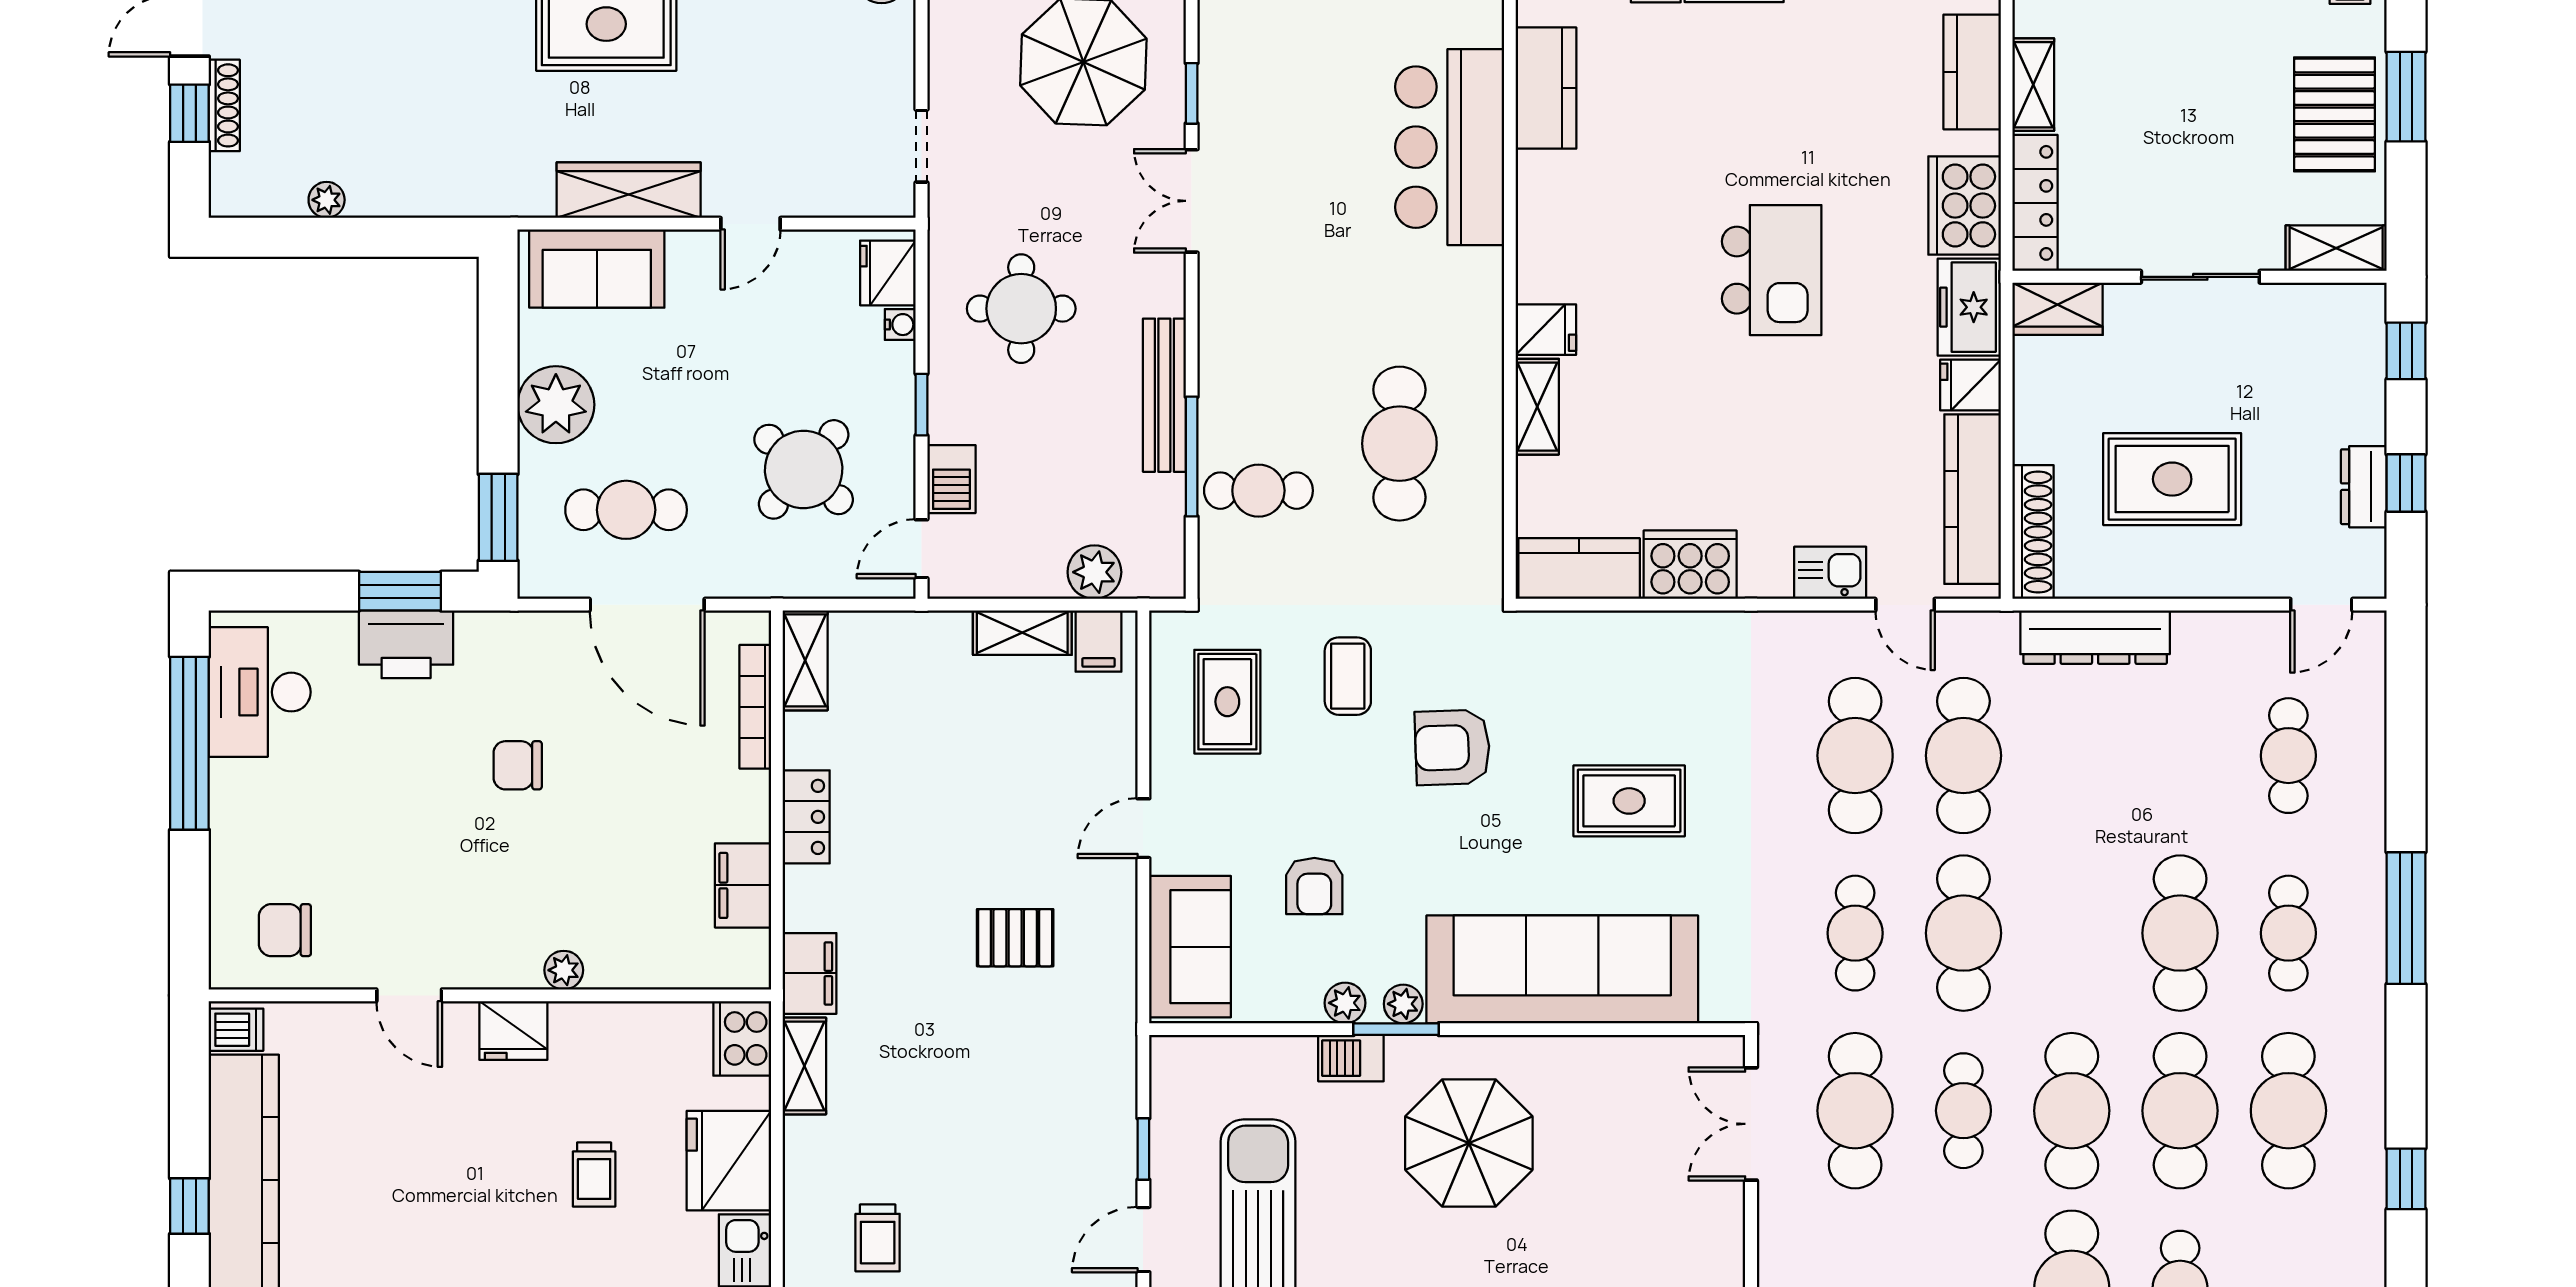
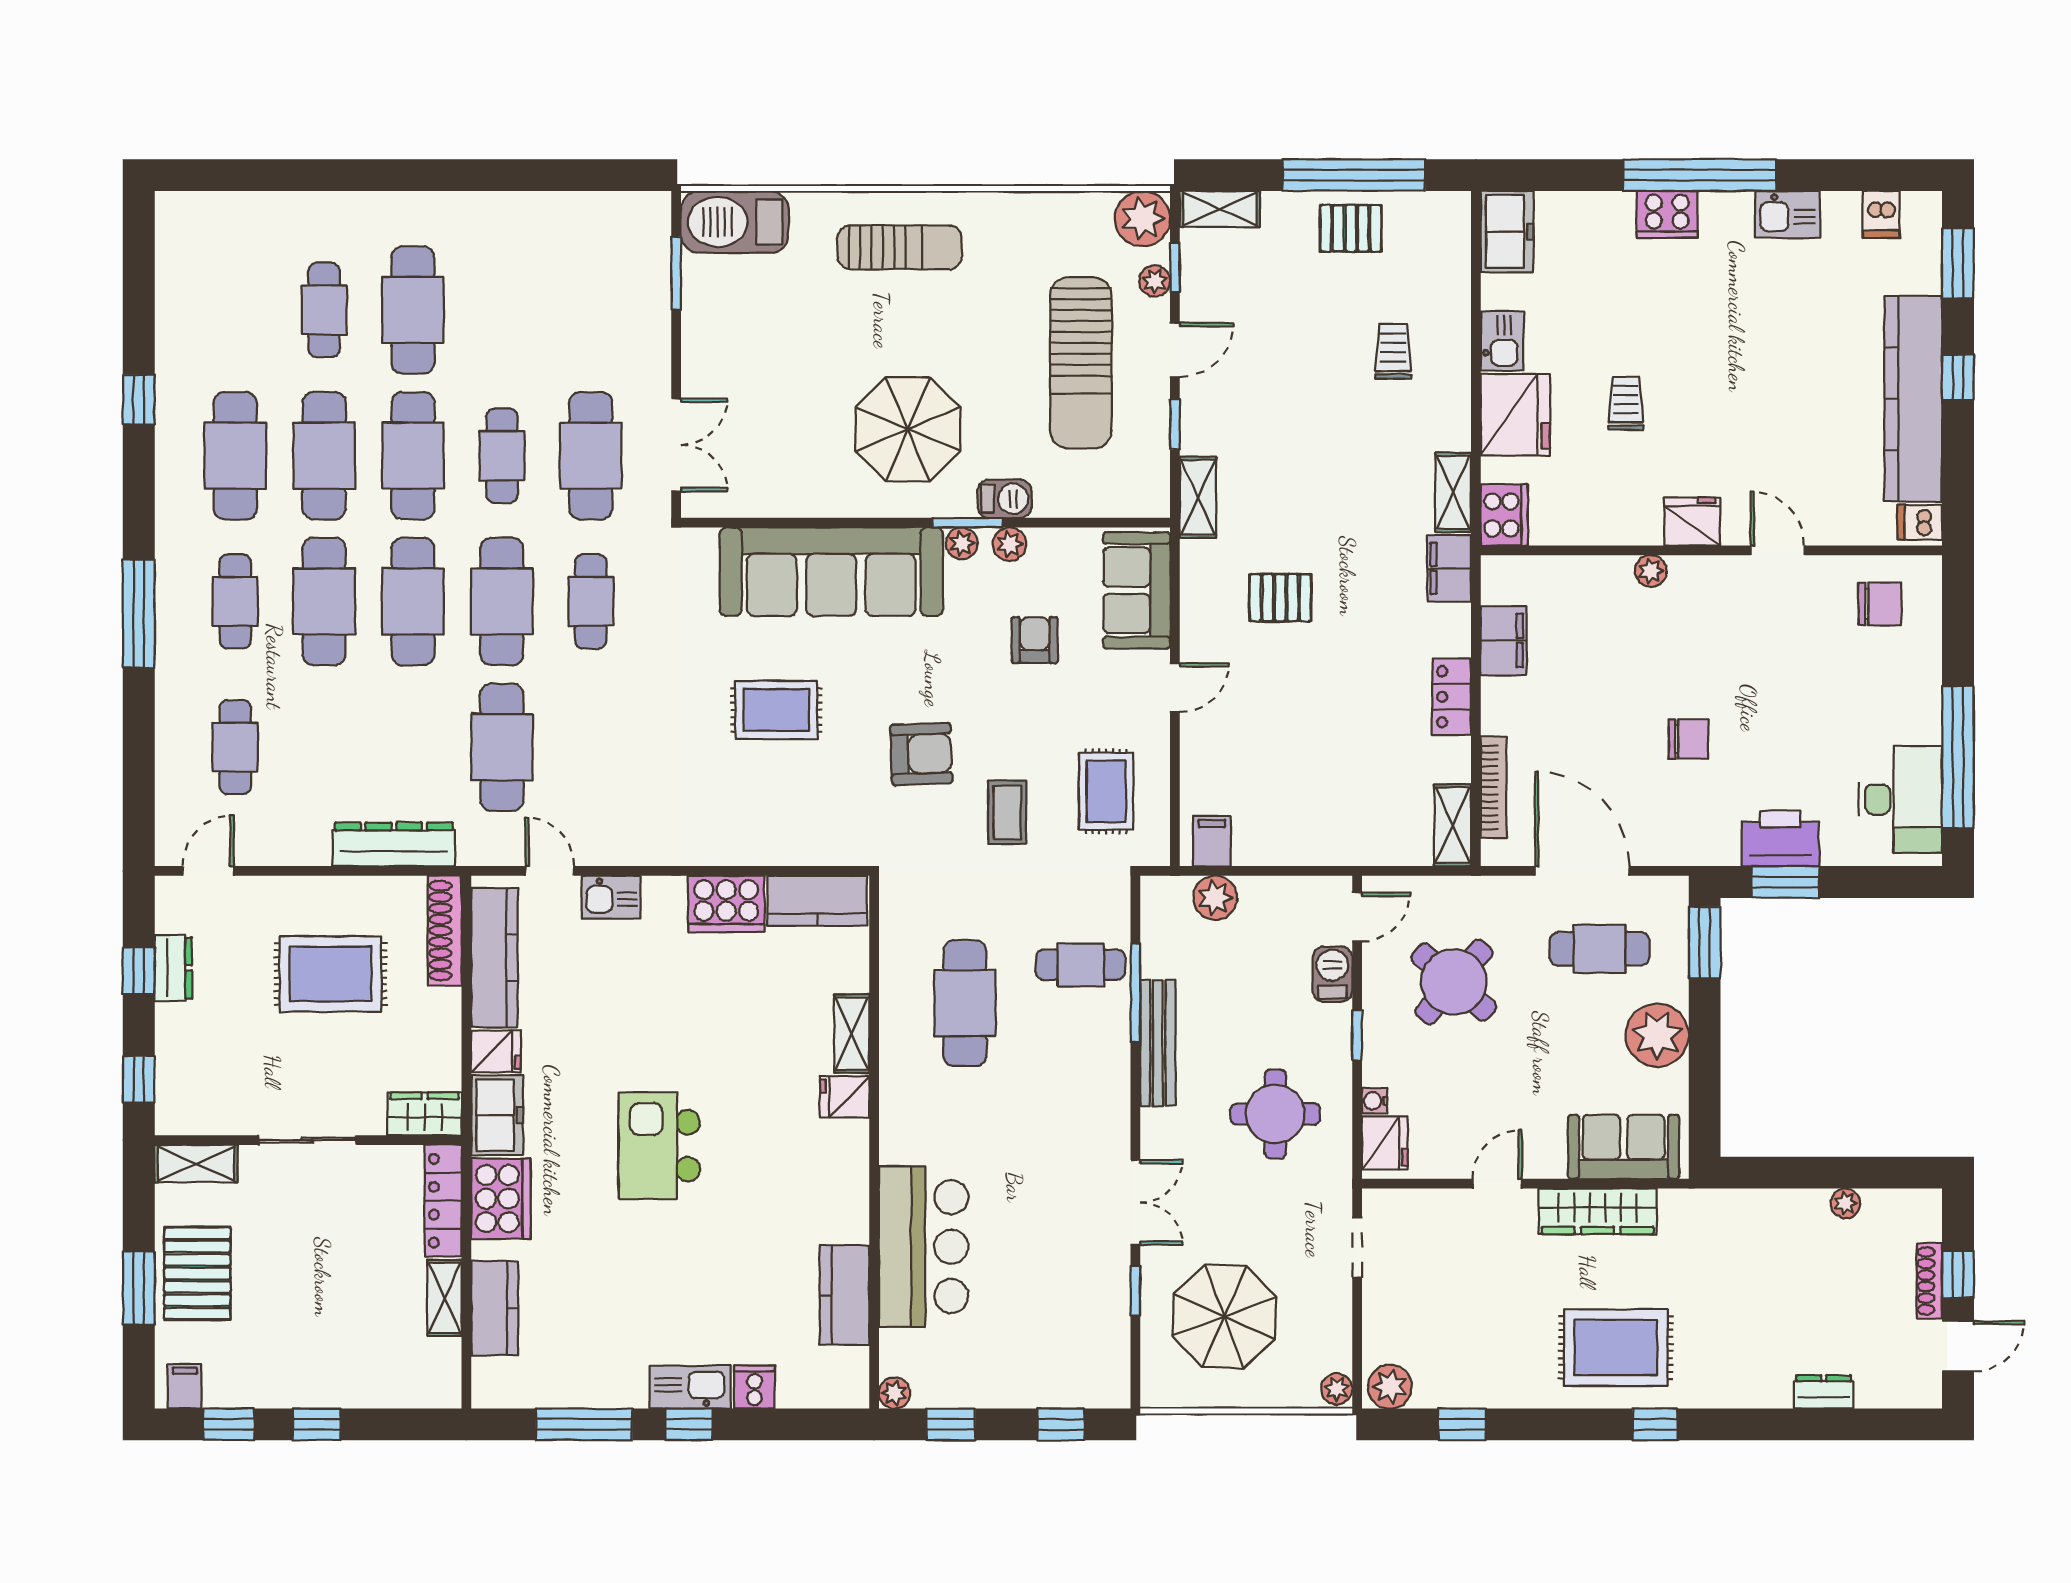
shelving: (1022, 633) -> (1198, 497), moved, turned 90
cafe table: (1855, 756) -> (413, 601), moved

